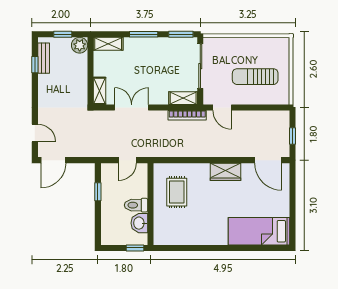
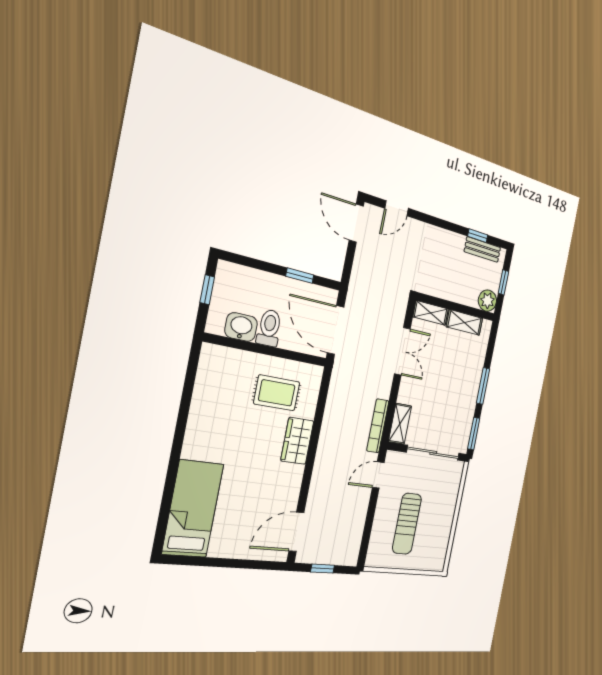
shelving: (108, 44) -> (464, 322), moved, turned 90
sun lounger: (255, 77) -> (407, 524), turned 180
door: (127, 160) -> (336, 330), width x1.88
wardrobe: (225, 172) -> (297, 441), moved
window: (135, 248) -> (207, 290), moved

